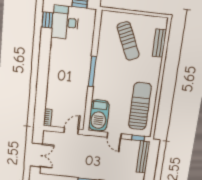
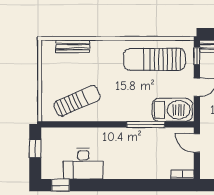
desk: (65, 22) -> (83, 164), moved
sun lounger: (128, 41) -> (77, 101), moved
window: (92, 71) -> (146, 124), moved

